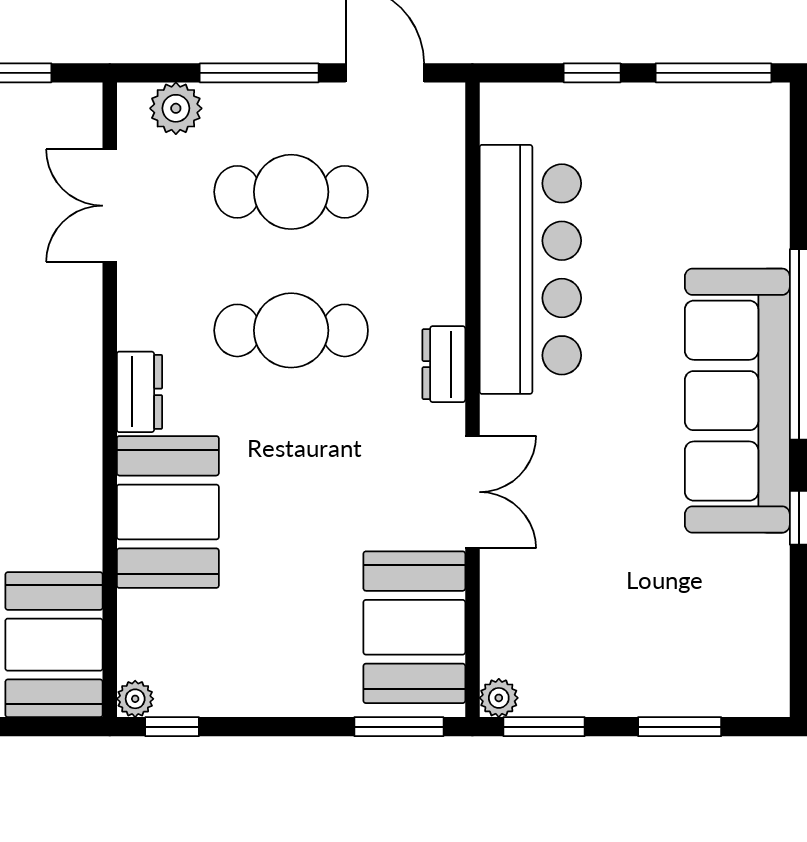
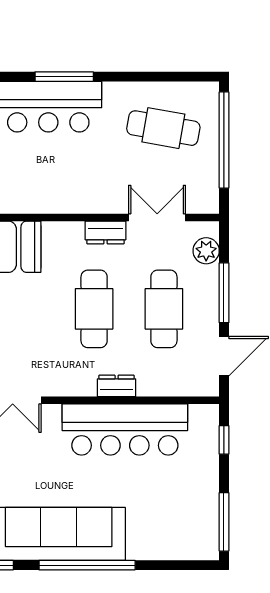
window: (592, 73) -> (224, 440), moved
dresser: (444, 364) -> (117, 386), moved
dresser: (140, 392) -> (105, 232), moved

